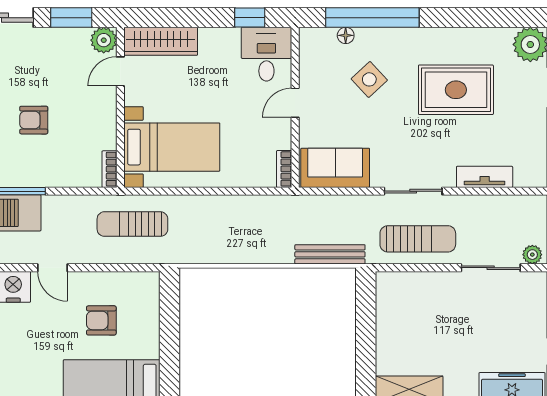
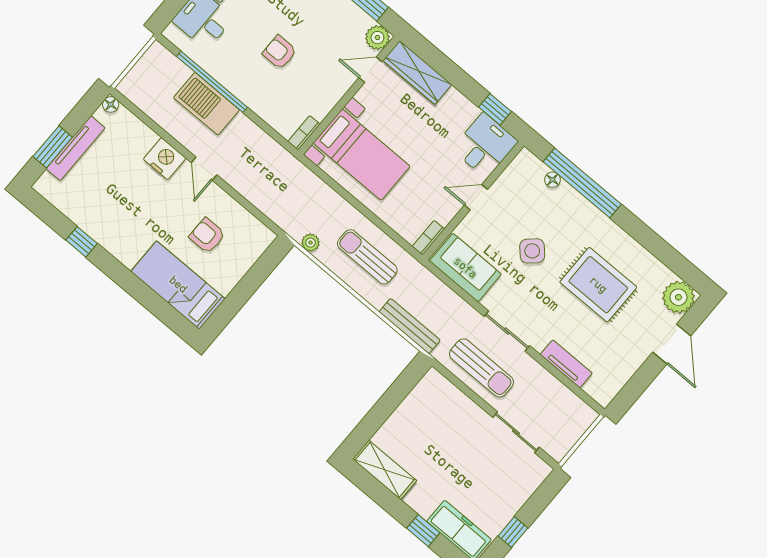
side table: (369, 79) -> (532, 251), moved
sun lounger: (132, 224) -> (367, 257), moved
plant: (532, 255) -> (311, 243), moved

